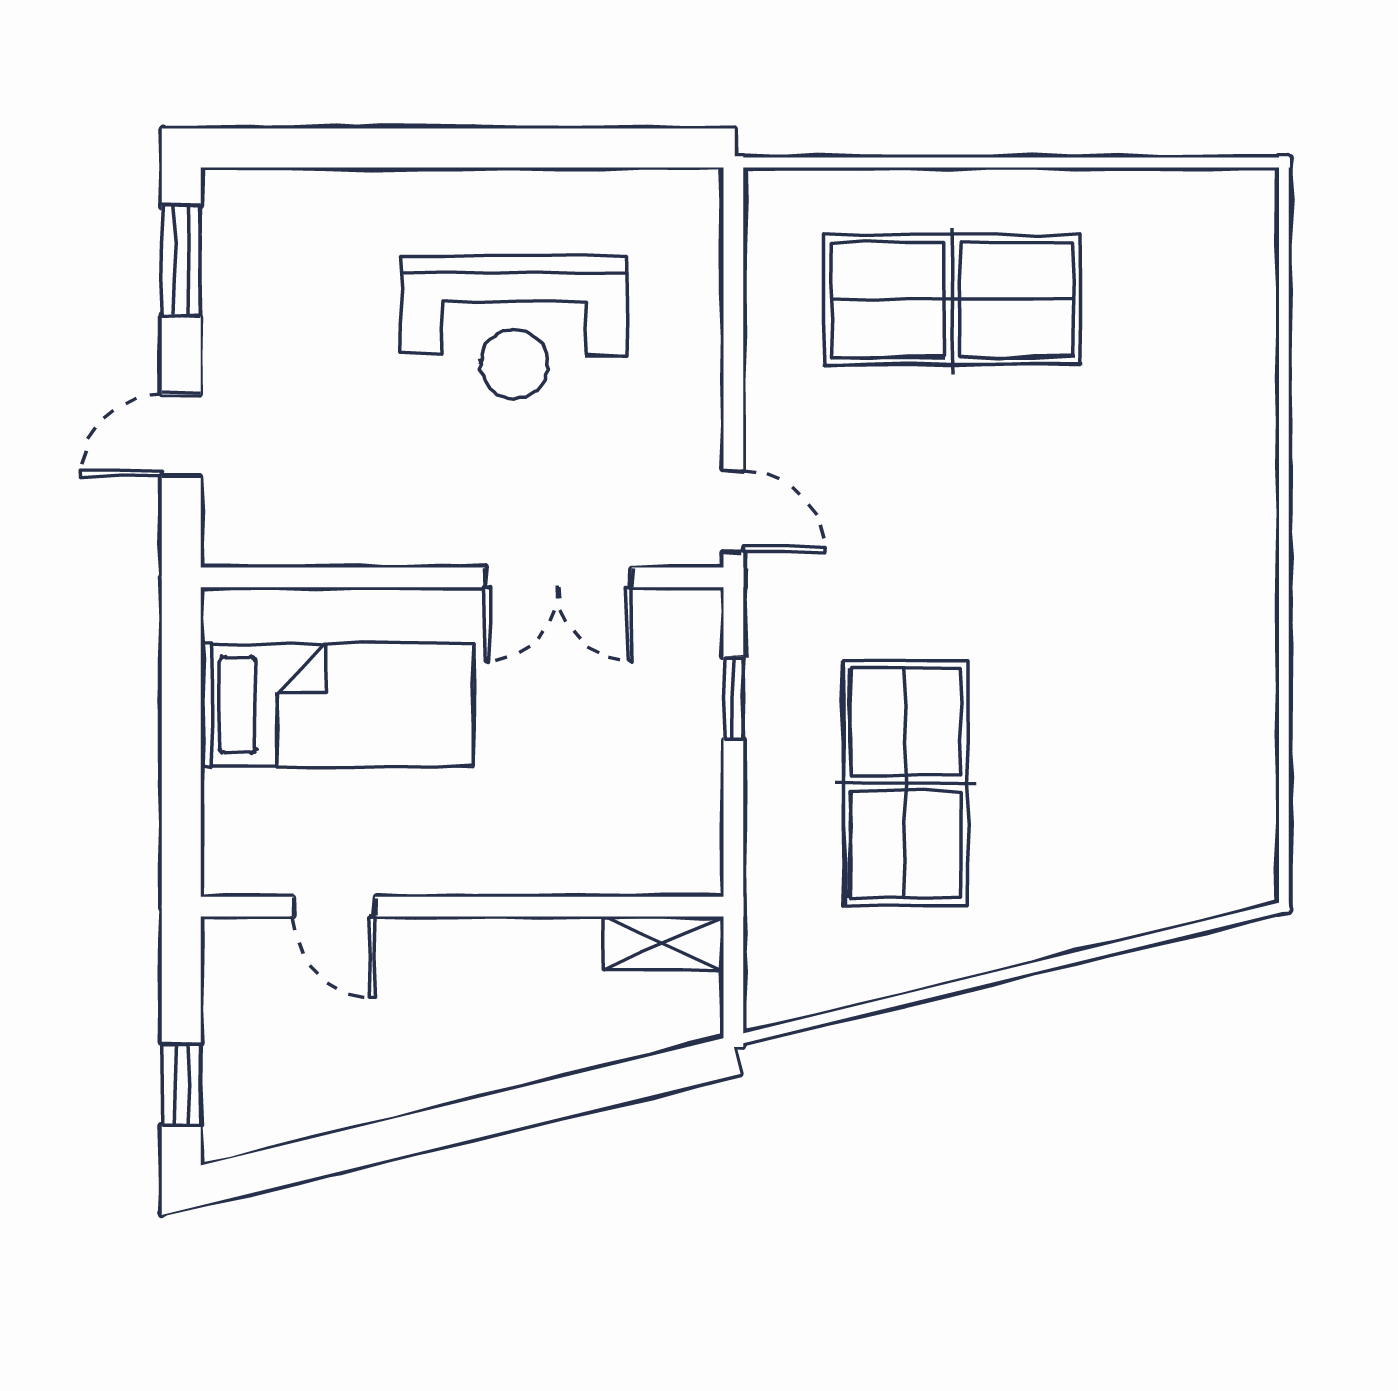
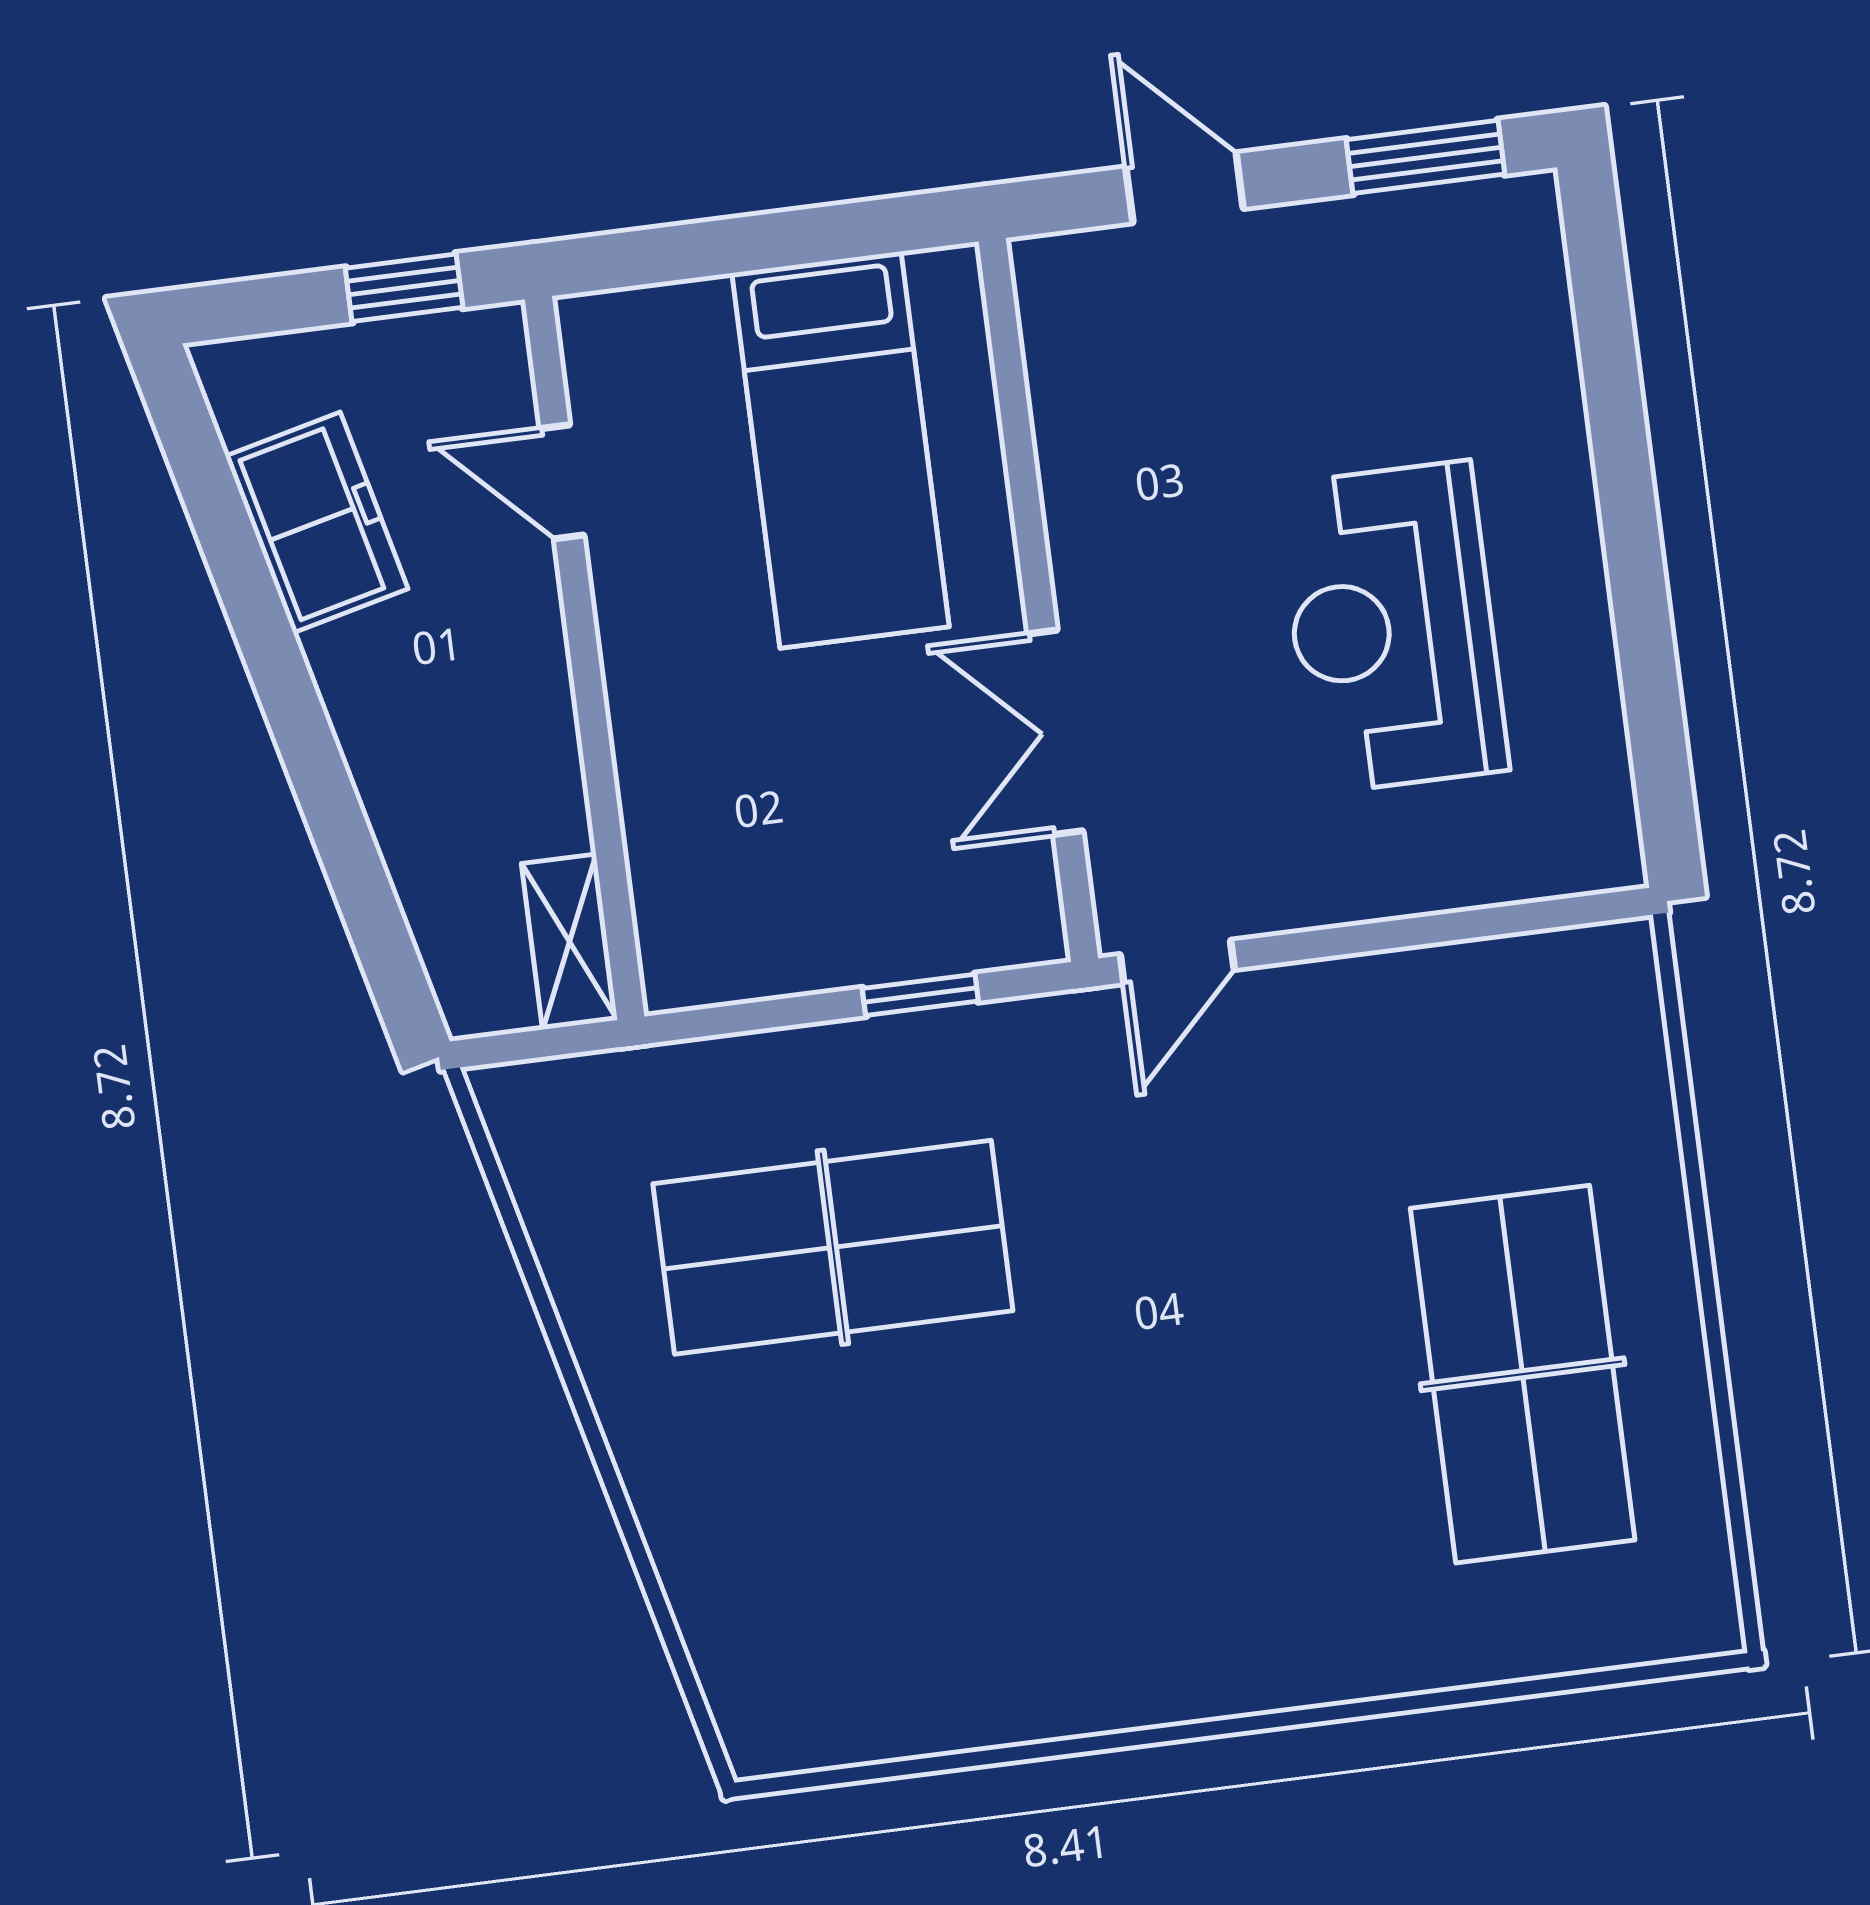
table tennis table: (952, 300) -> (1523, 1374), moved
door: (334, 907) -> (562, 482), hinge flipped
window: (181, 1085) -> (404, 288), moved
freezer: (341, 1086) -> (317, 523), added

